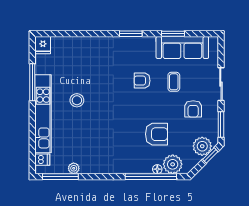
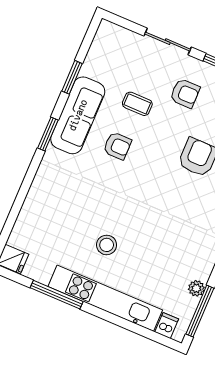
sofa: (182, 48) -> (78, 115), moved
armchair: (142, 81) -> (117, 146), turned -90

